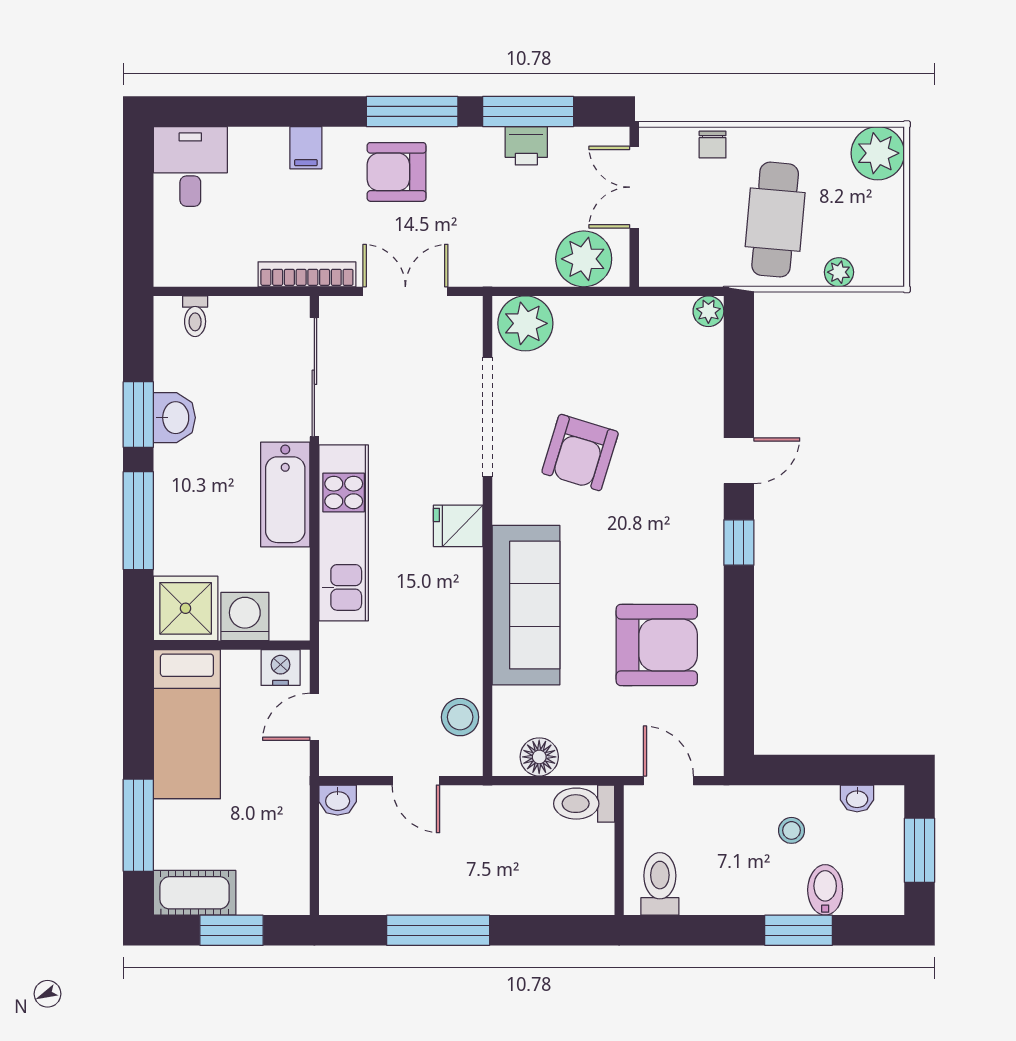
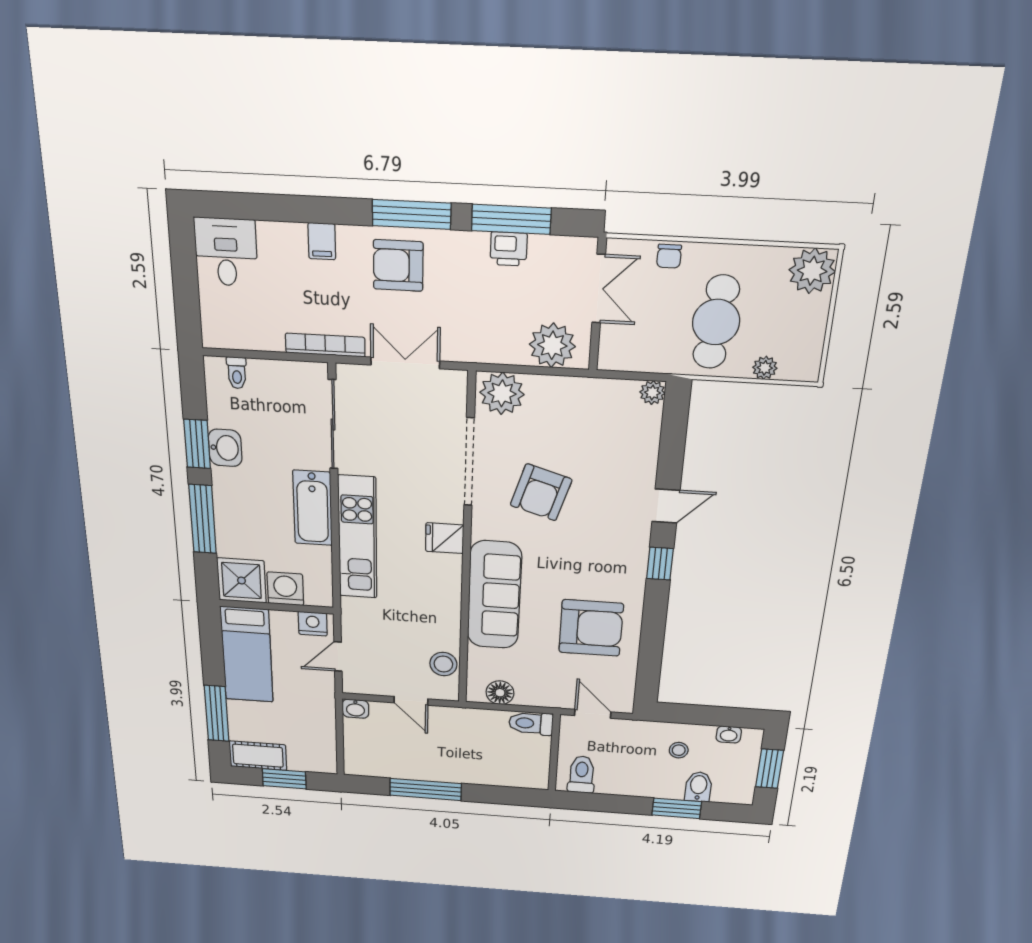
double door: (634, 187) -> (599, 289), swing flipped

